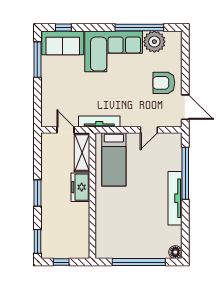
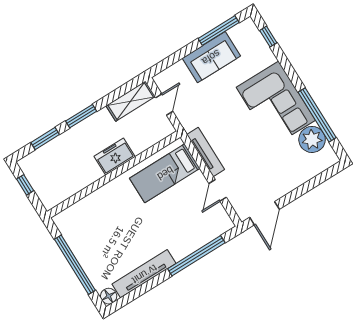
sofa: (63, 43) -> (211, 57), moved, turned -90
armchair: (164, 83) -> (276, 176), removed
tv unit: (99, 122) -> (206, 152), moved
door: (149, 130) -> (218, 190), hinge flipped
shelving: (82, 153) -> (131, 101), moved
tv unit: (175, 198) -> (144, 274), moved
window: (37, 241) -> (45, 139), moved

